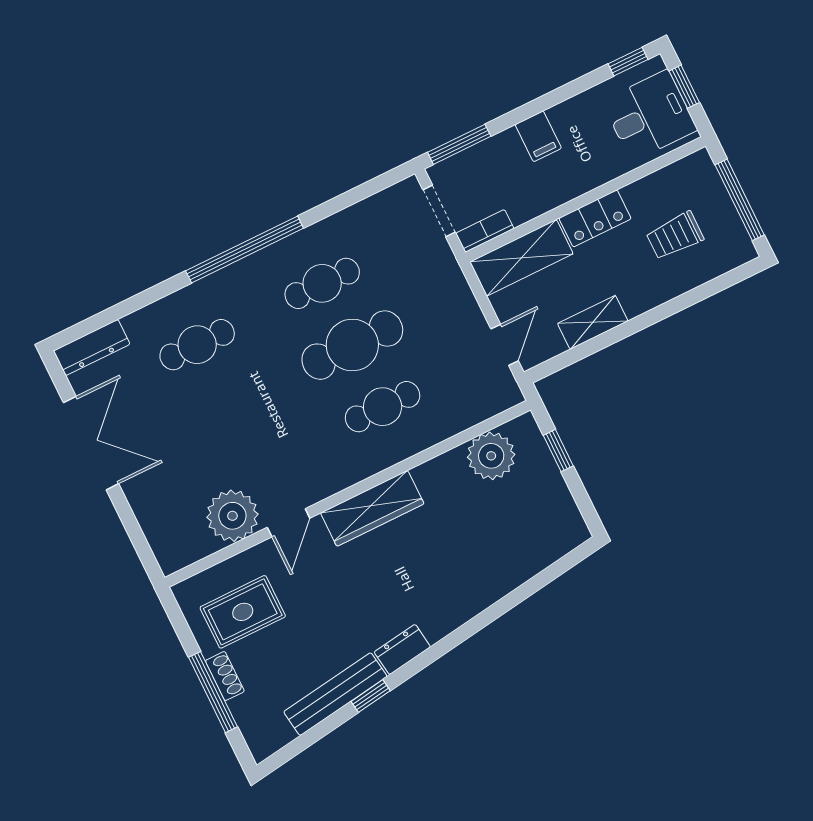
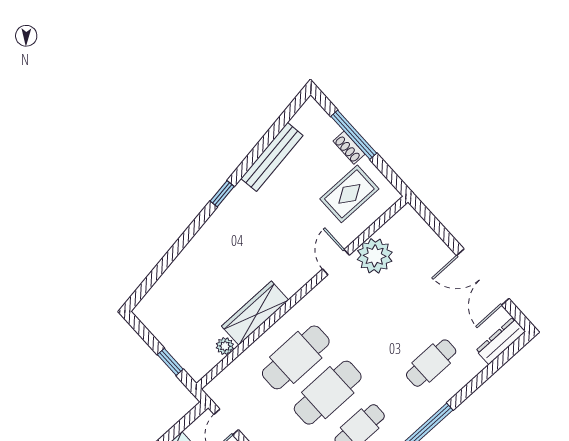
cafe table: (383, 407) -> (296, 357), width x1.37, depth x1.35
plant: (491, 456) -> (225, 346), width x0.53, depth x0.53
wardrobe: (372, 508) -> (255, 313), moved
dresser: (402, 649) -> (236, 200), removed
window: (371, 696) -> (222, 194), moved

